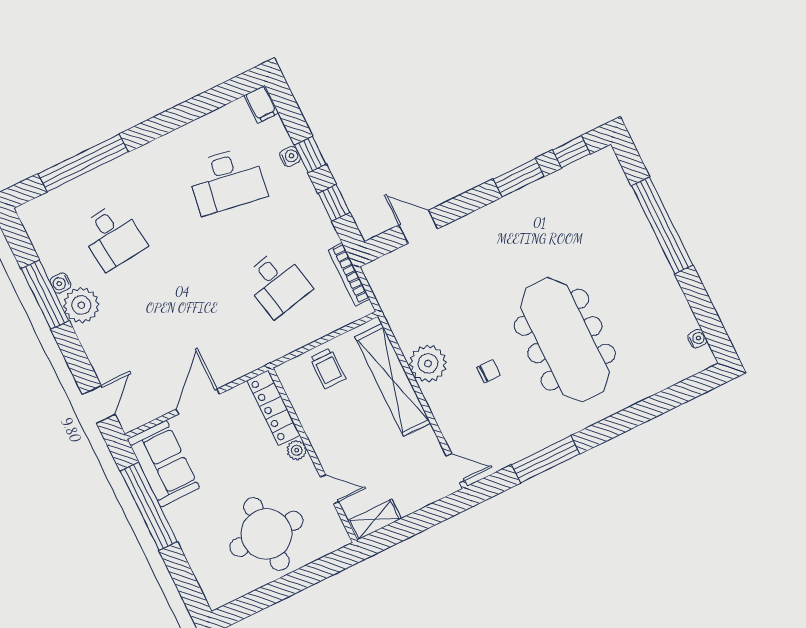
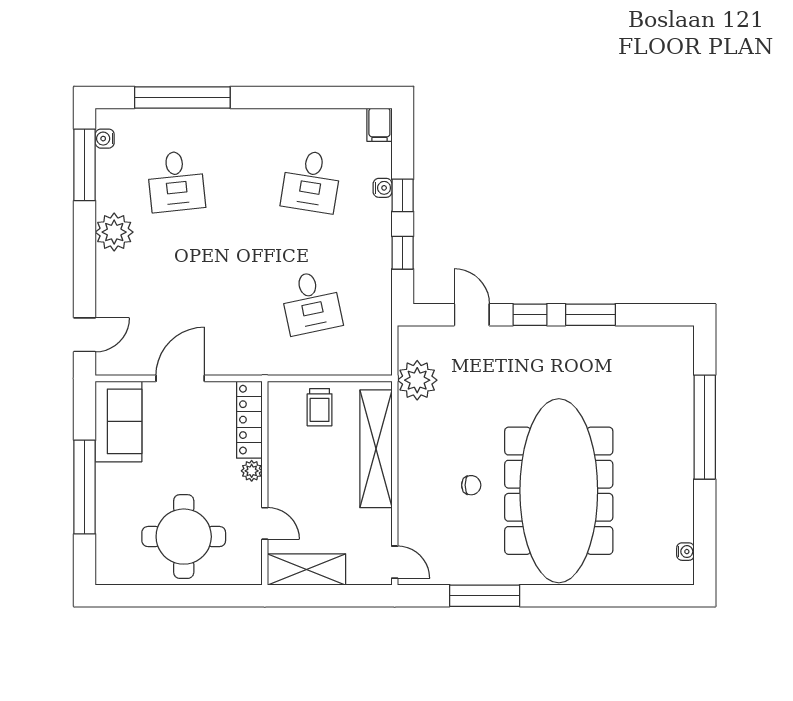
window: (571, 152) -> (530, 315), moved
desk: (227, 180) -> (311, 181), width x0.73
bookcase: (349, 274) -> (383, 328), removed
water cooler: (60, 283) -> (105, 139), moved
window: (45, 294) -> (85, 165), moved
meeting table: (565, 340) -> (559, 491), width x1.36, depth x1.27
plant: (428, 364) -> (417, 380), moved
window: (149, 506) -> (85, 487), moved
shelving: (375, 520) -> (307, 569), width x1.50, depth x1.33

